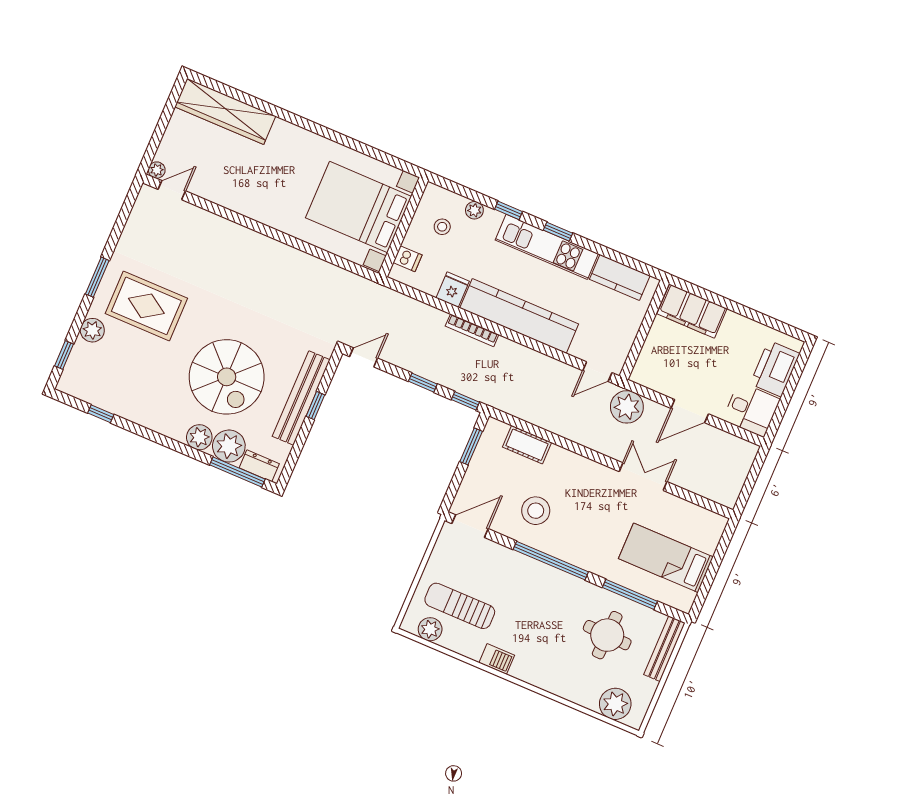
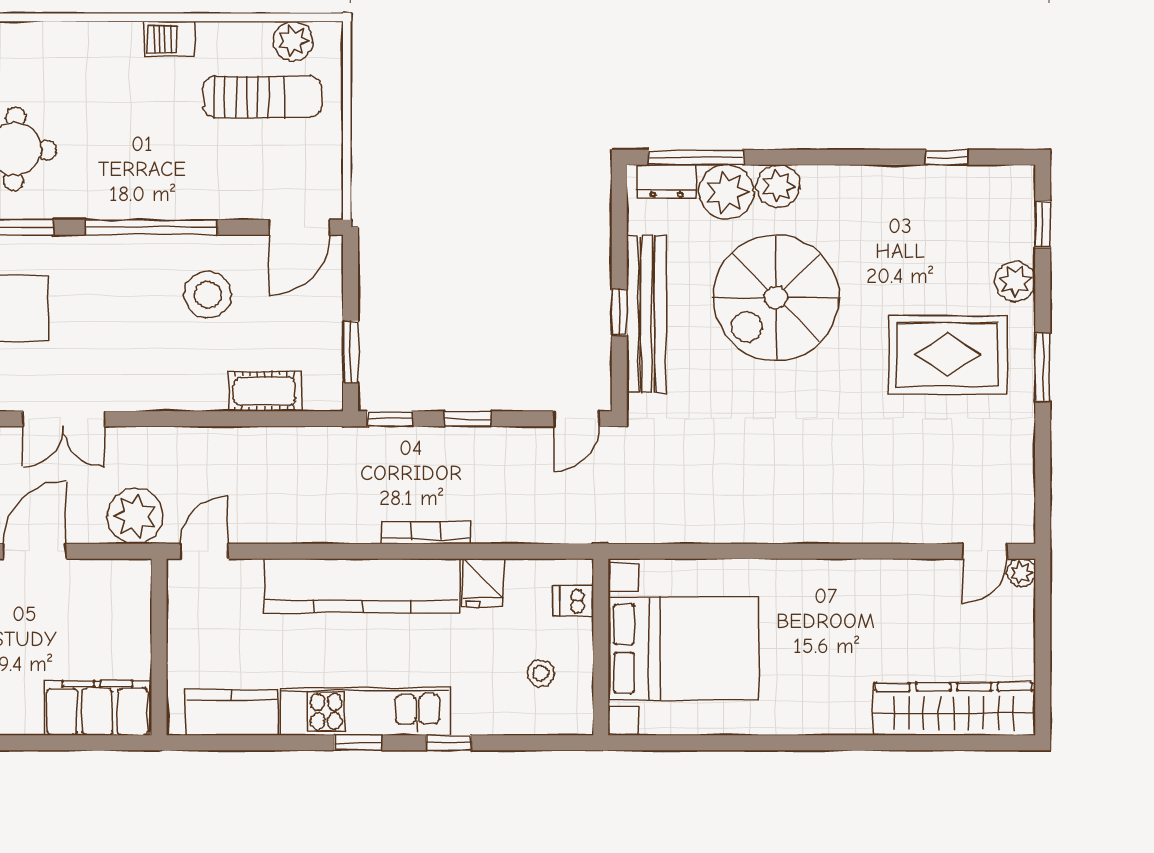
plant: (474, 210) -> (502, 720), removed
spiral stairs: (227, 377) -> (776, 298), turned -90

